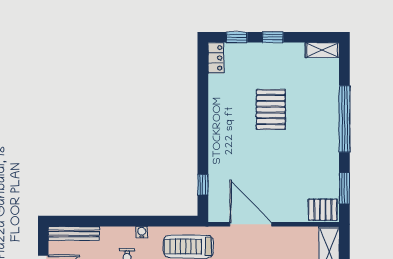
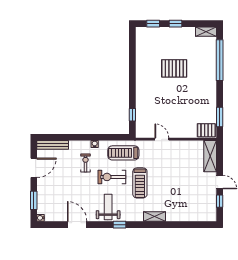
locker: (216, 58) -> (140, 36), removed
pallet: (271, 110) -> (174, 68), turned 90
window: (344, 119) -> (220, 60), moved
door: (251, 224) -> (162, 139), width x0.53

